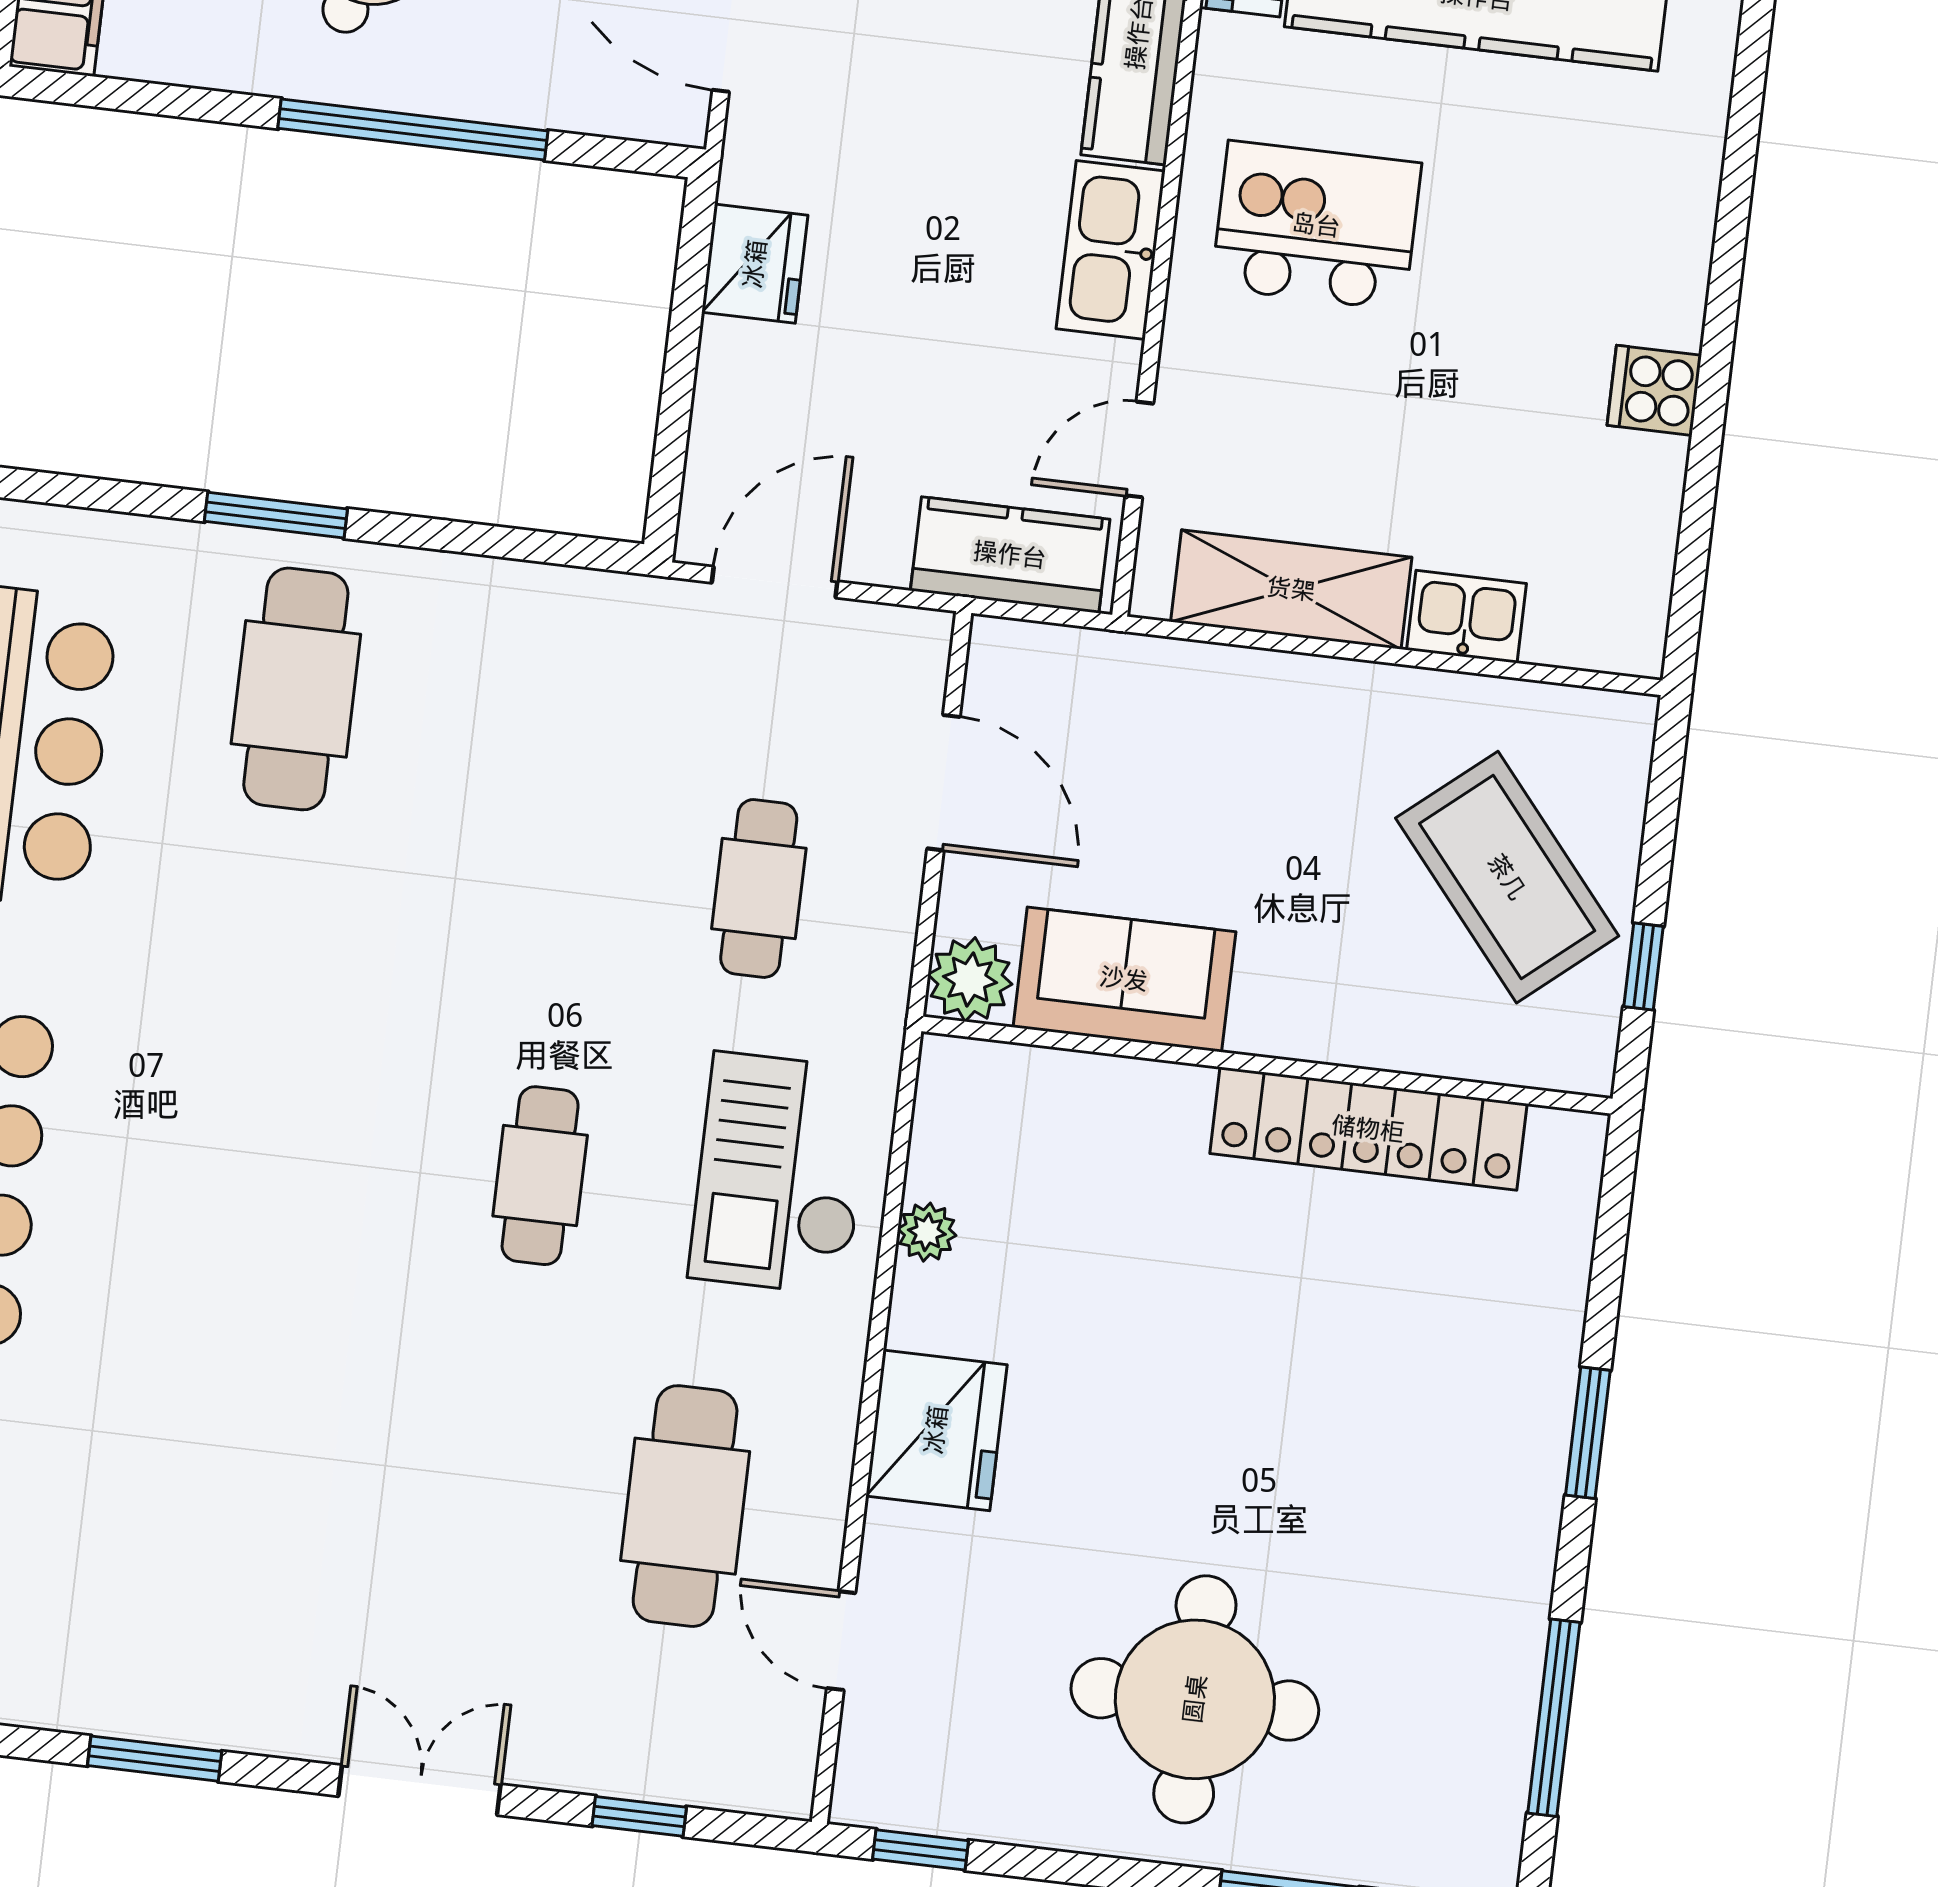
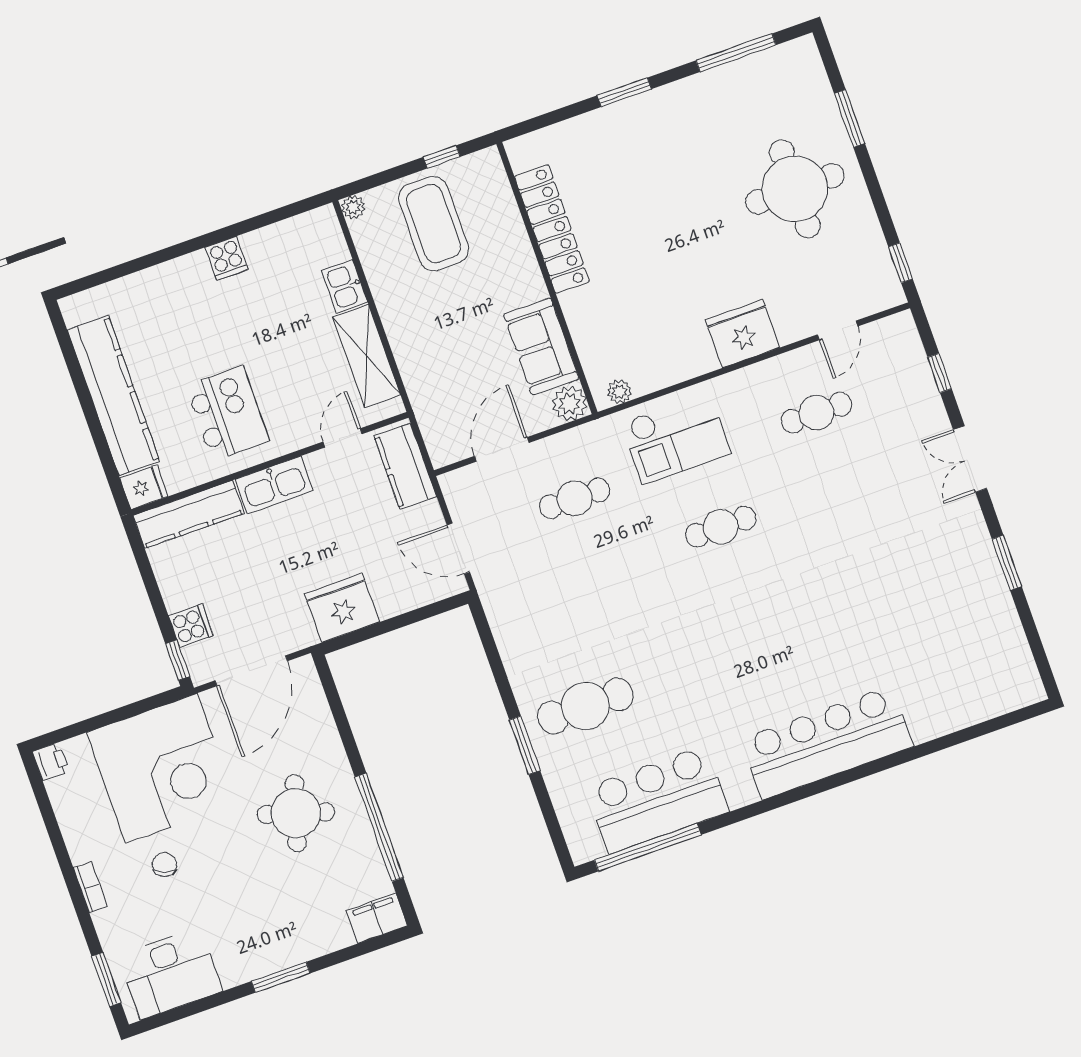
window: (413, 130) -> (379, 827), moved
kitchen island: (1316, 225) -> (227, 413), turned 180
fridge: (755, 264) -> (342, 608), width x1.36, depth x1.34
door: (1139, 449) -> (343, 438), swing flipped
plant: (1629, 720) -> (353, 207), added
coffee table: (1507, 877) -> (434, 224), turned -50
plant: (927, 1232) -> (619, 392), moved
cafe table: (685, 1506) -> (816, 413), width x0.73, depth x0.74

